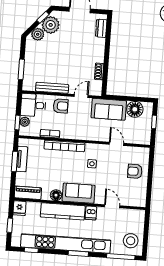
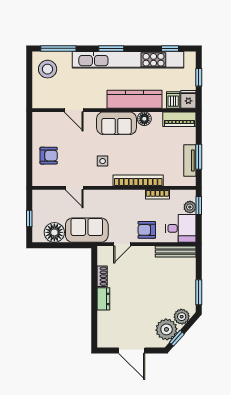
dresser: (101, 28) -> (103, 299), moved
window: (21, 69) -> (199, 292), moved
bench: (52, 88) -> (176, 252), moved
dishwasher: (91, 213) -> (173, 100), moved

